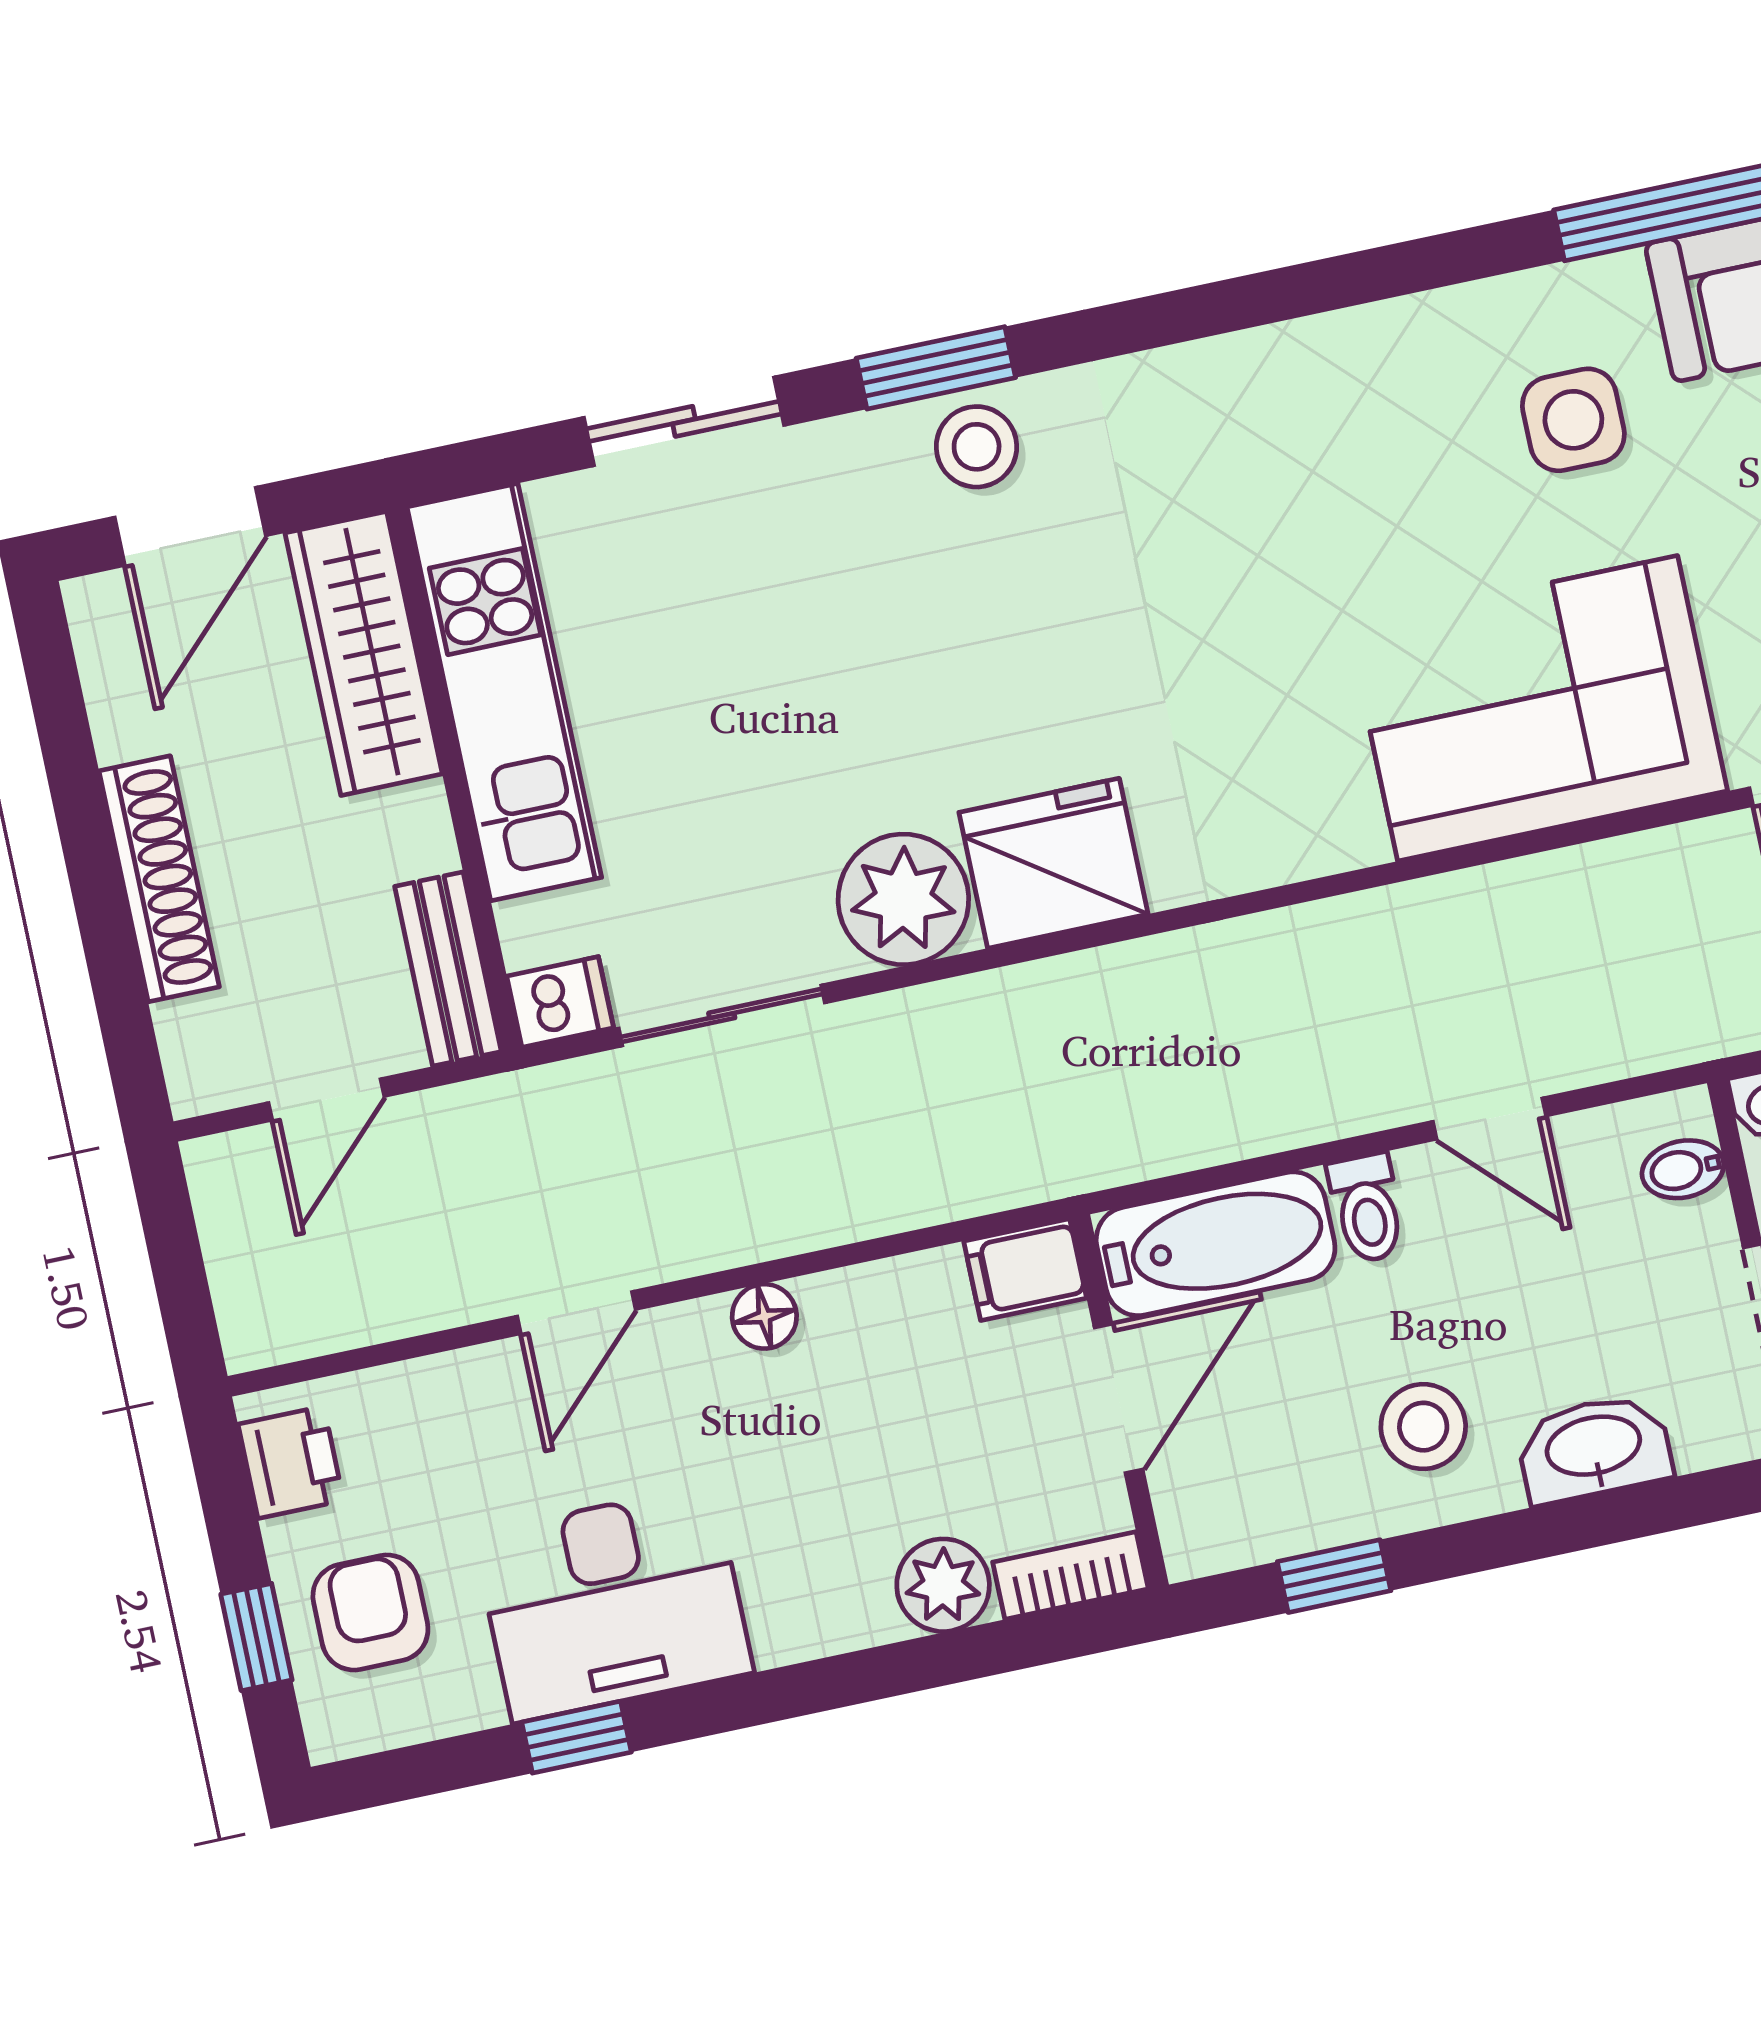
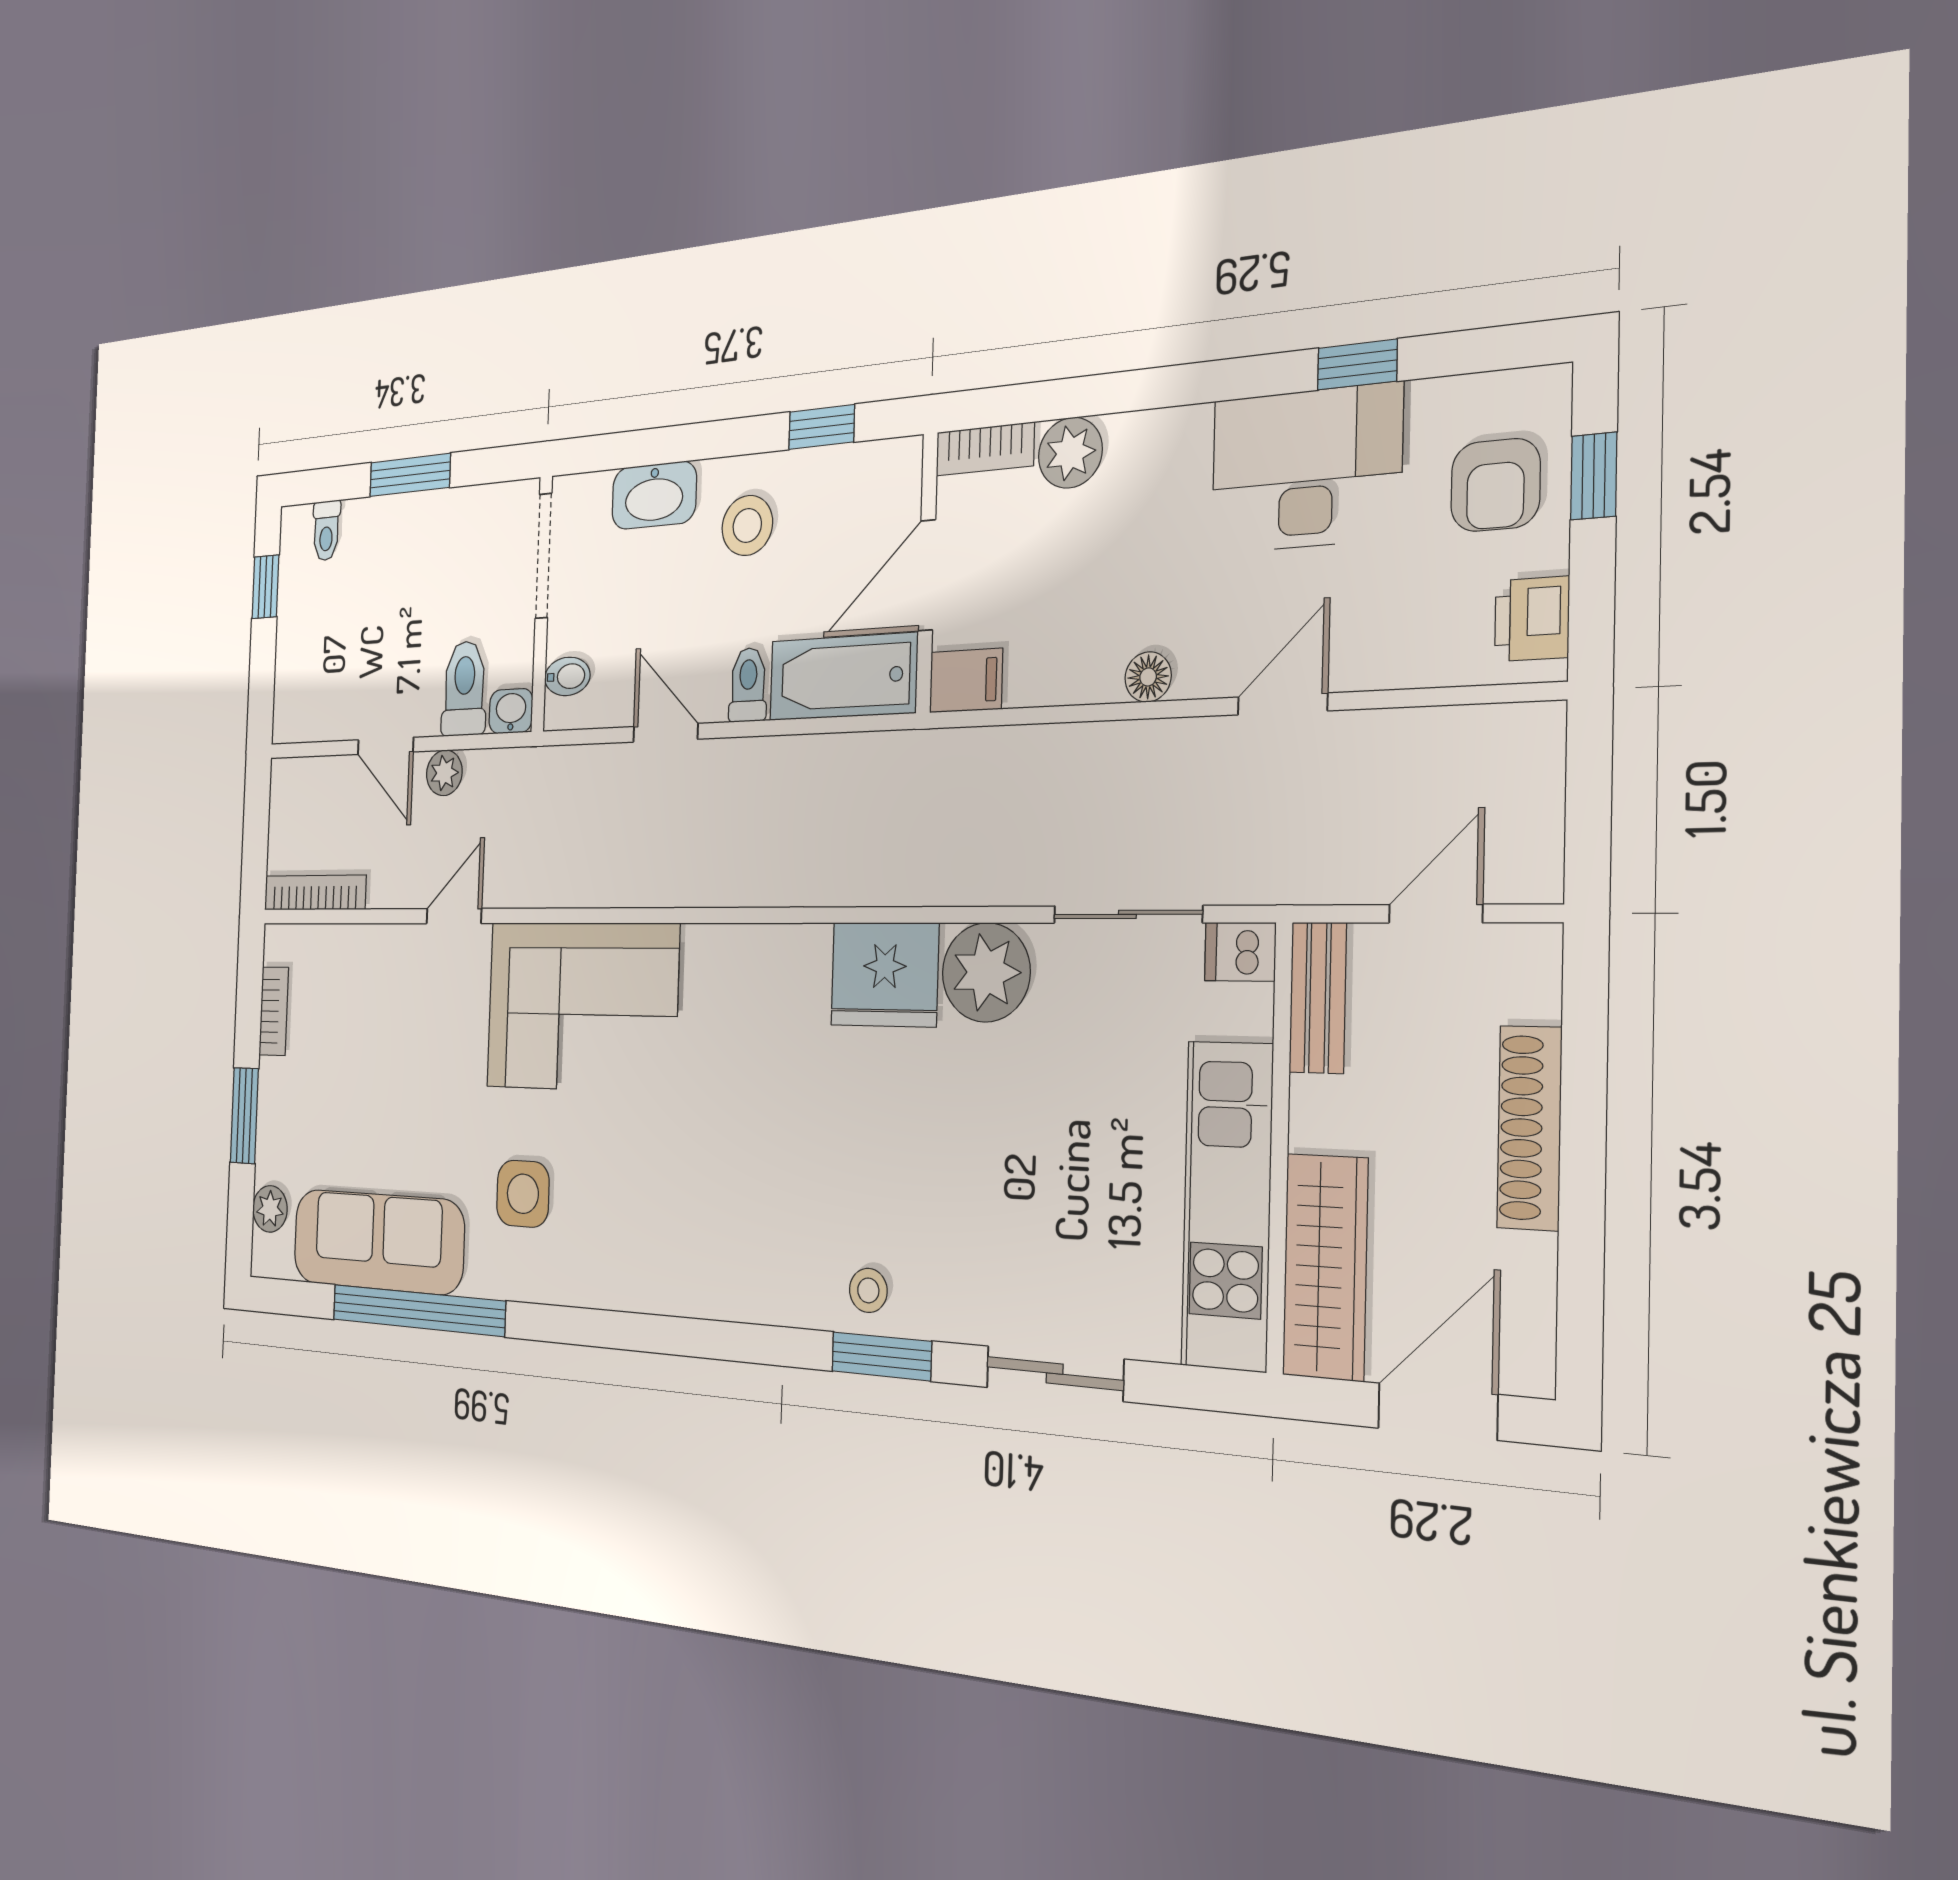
stool: (977, 447) -> (868, 1290), width x0.73, depth x0.73

